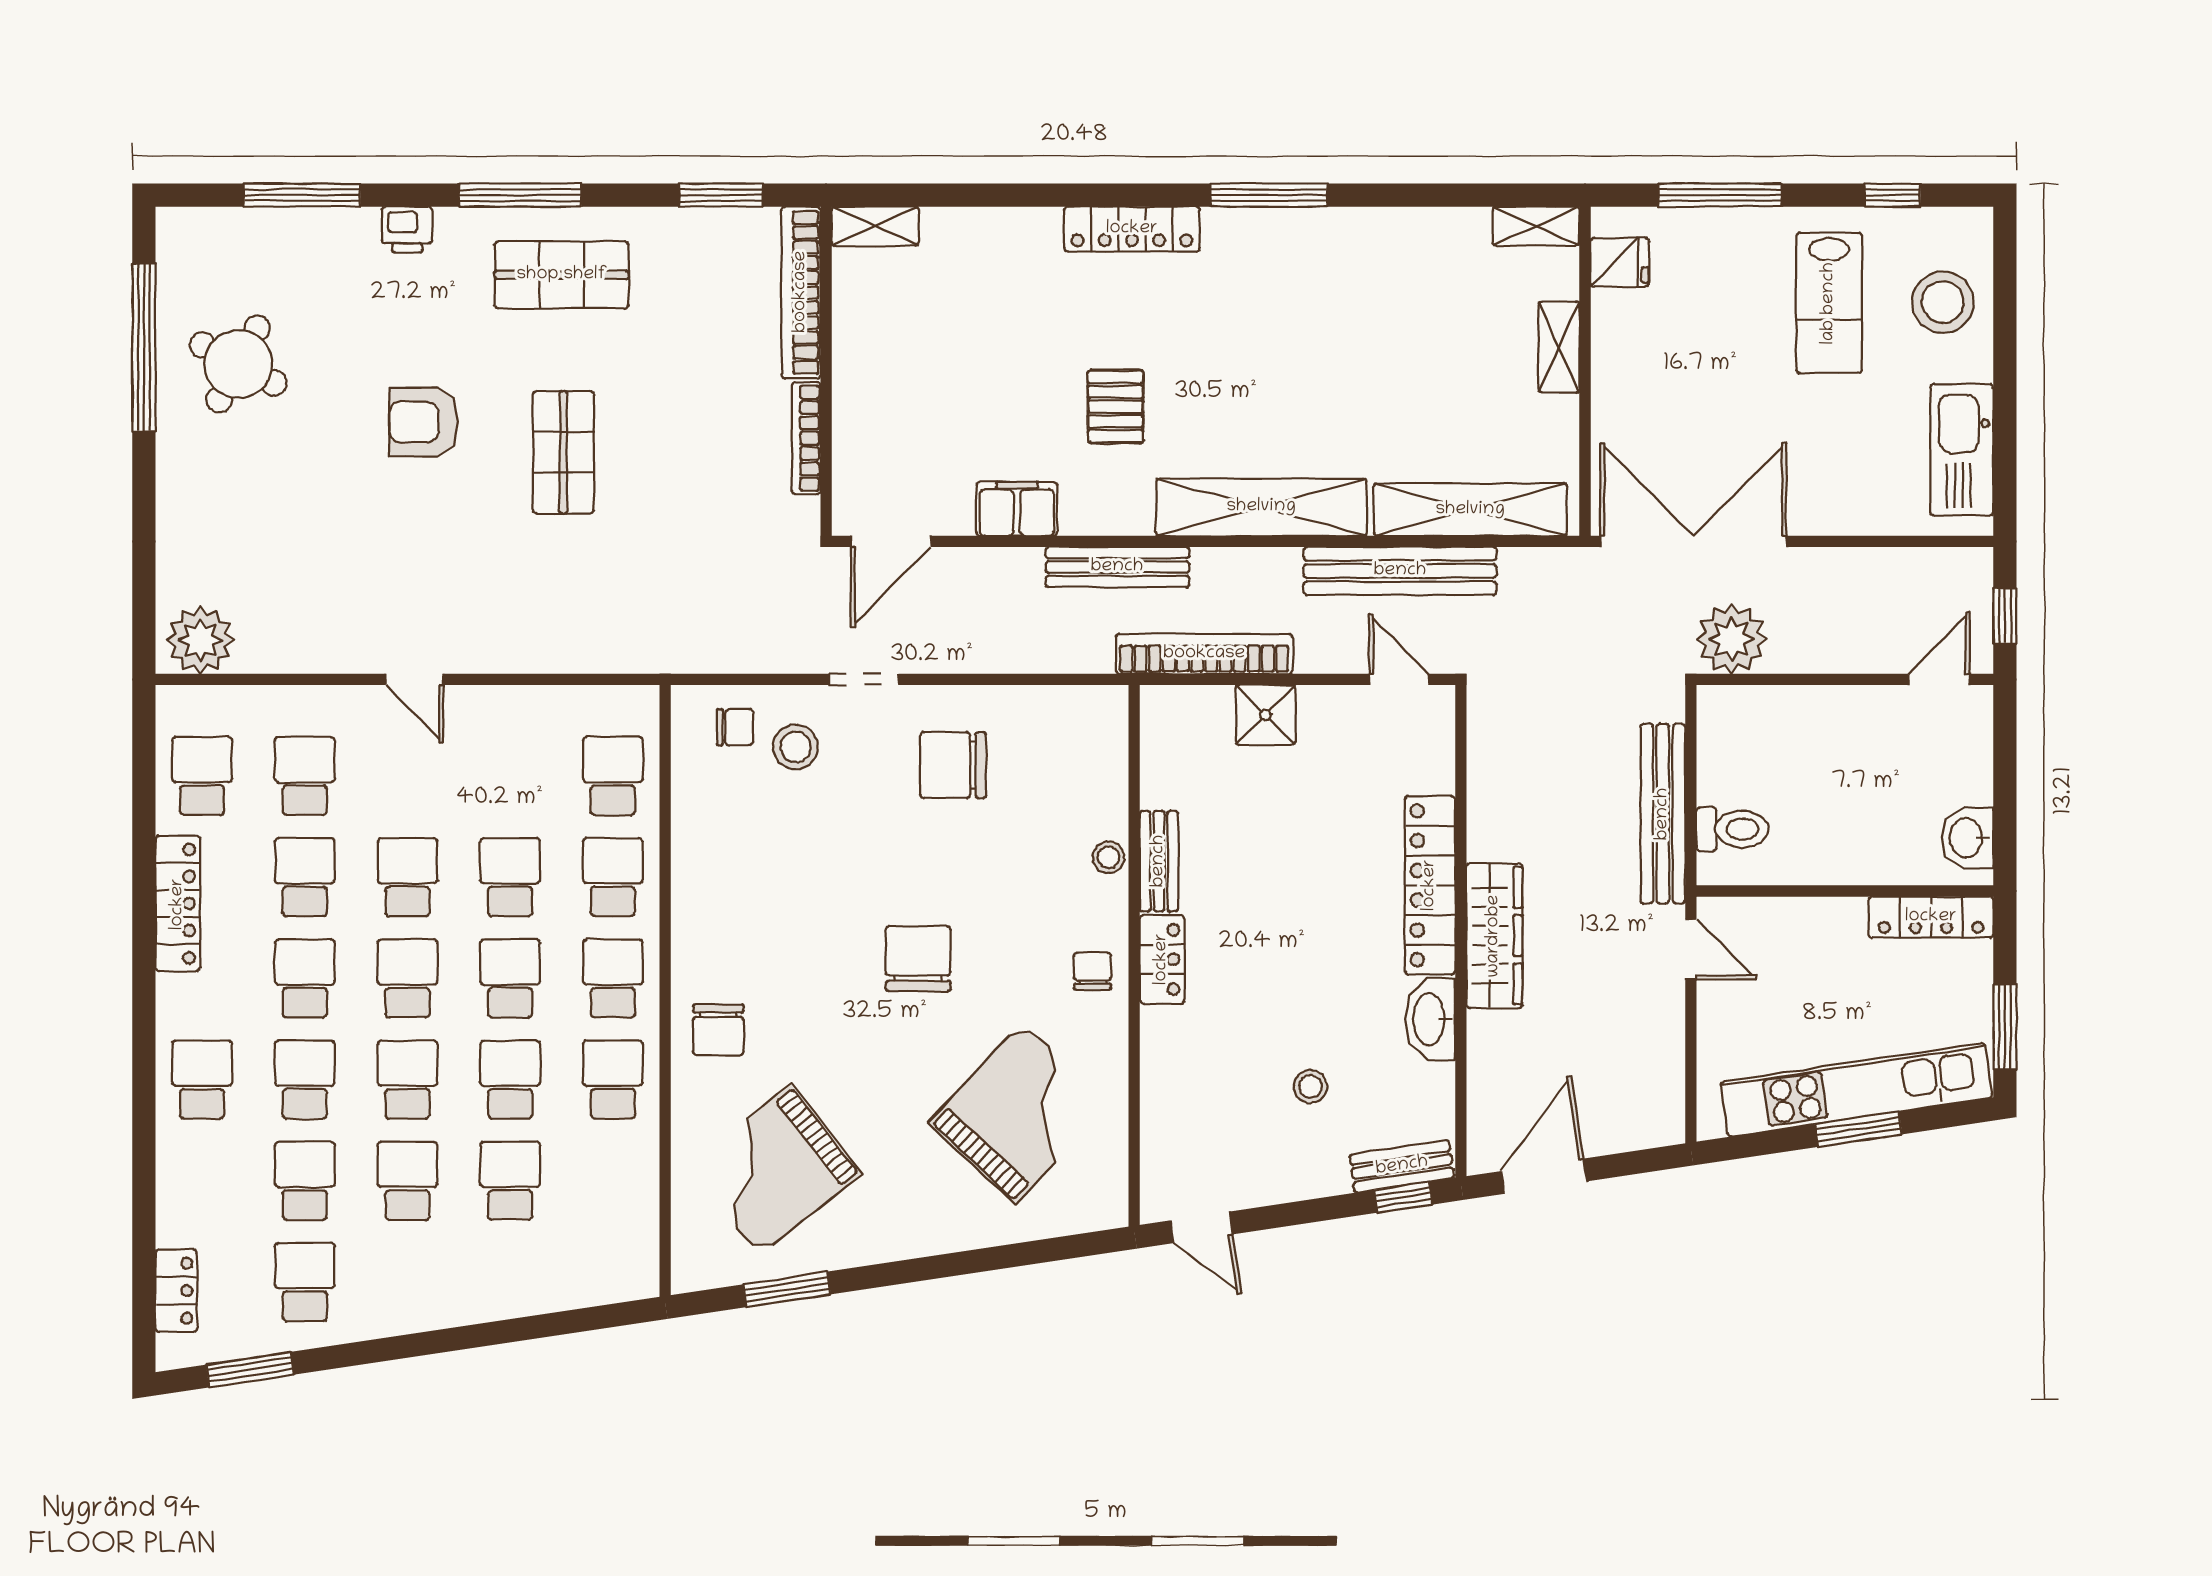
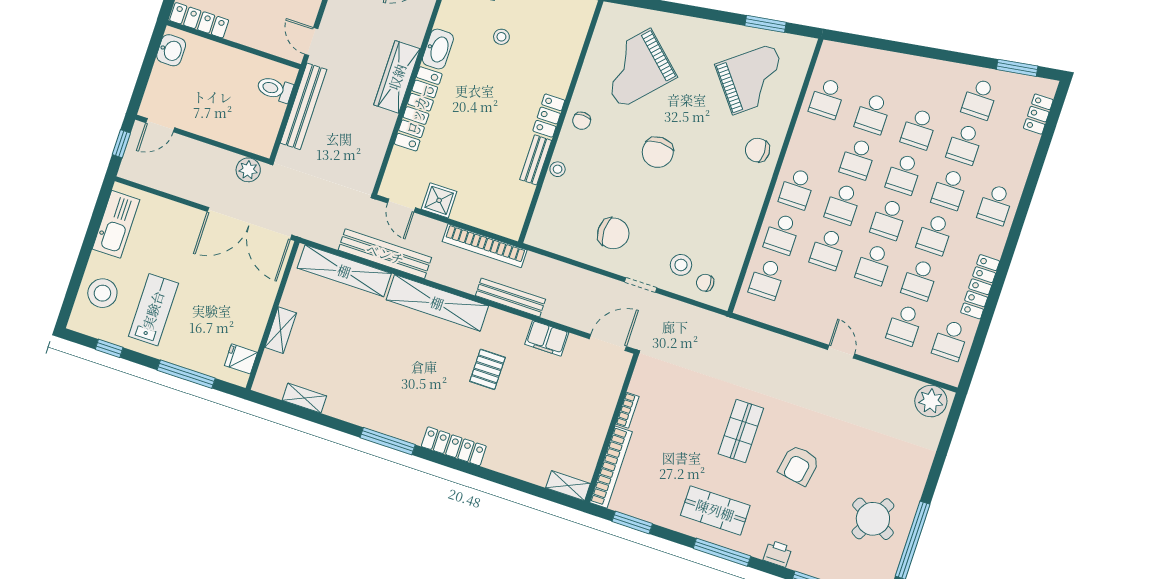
shelving: (1536, 226) -> (304, 398), moved
armchair: (424, 422) -> (799, 465), turned 100
bookcase: (806, 438) -> (627, 410), width x0.64
plant: (1732, 639) -> (248, 170), width x0.73, depth x0.73
shower: (1265, 715) -> (439, 200), moved
chair: (718, 1030) -> (757, 150), turned -90
school desk: (613, 1080) -> (827, 98), moved

